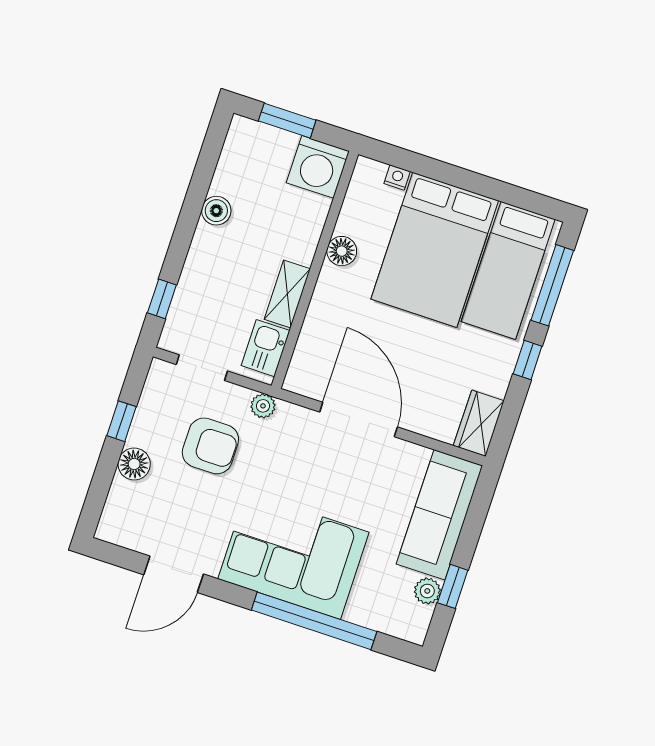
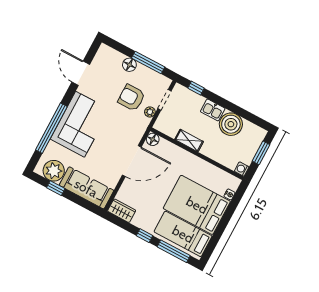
washing machine: (318, 167) -> (242, 169), width x0.53, depth x0.53
boiler: (216, 211) -> (231, 124), width x1.86, depth x1.86
floor lamp: (342, 251) -> (153, 139), moved
kitchen sink: (266, 348) -> (213, 110), moved, turned 180
plant: (263, 406) -> (150, 112), moved
window: (121, 421) -> (148, 63), width x2.17
armchair: (210, 446) -> (131, 98), turned 90
plant: (427, 591) -> (54, 171), width x1.87, depth x1.87

